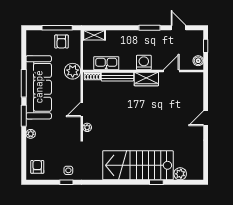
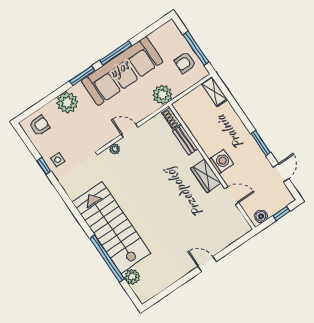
kitchen sink: (106, 63) -> (194, 124), removed
bench: (117, 77) -> (185, 140), width x0.73
plant: (31, 134) -> (67, 102), width x1.88, depth x1.88
window: (156, 182) -> (107, 258), width x3.17

